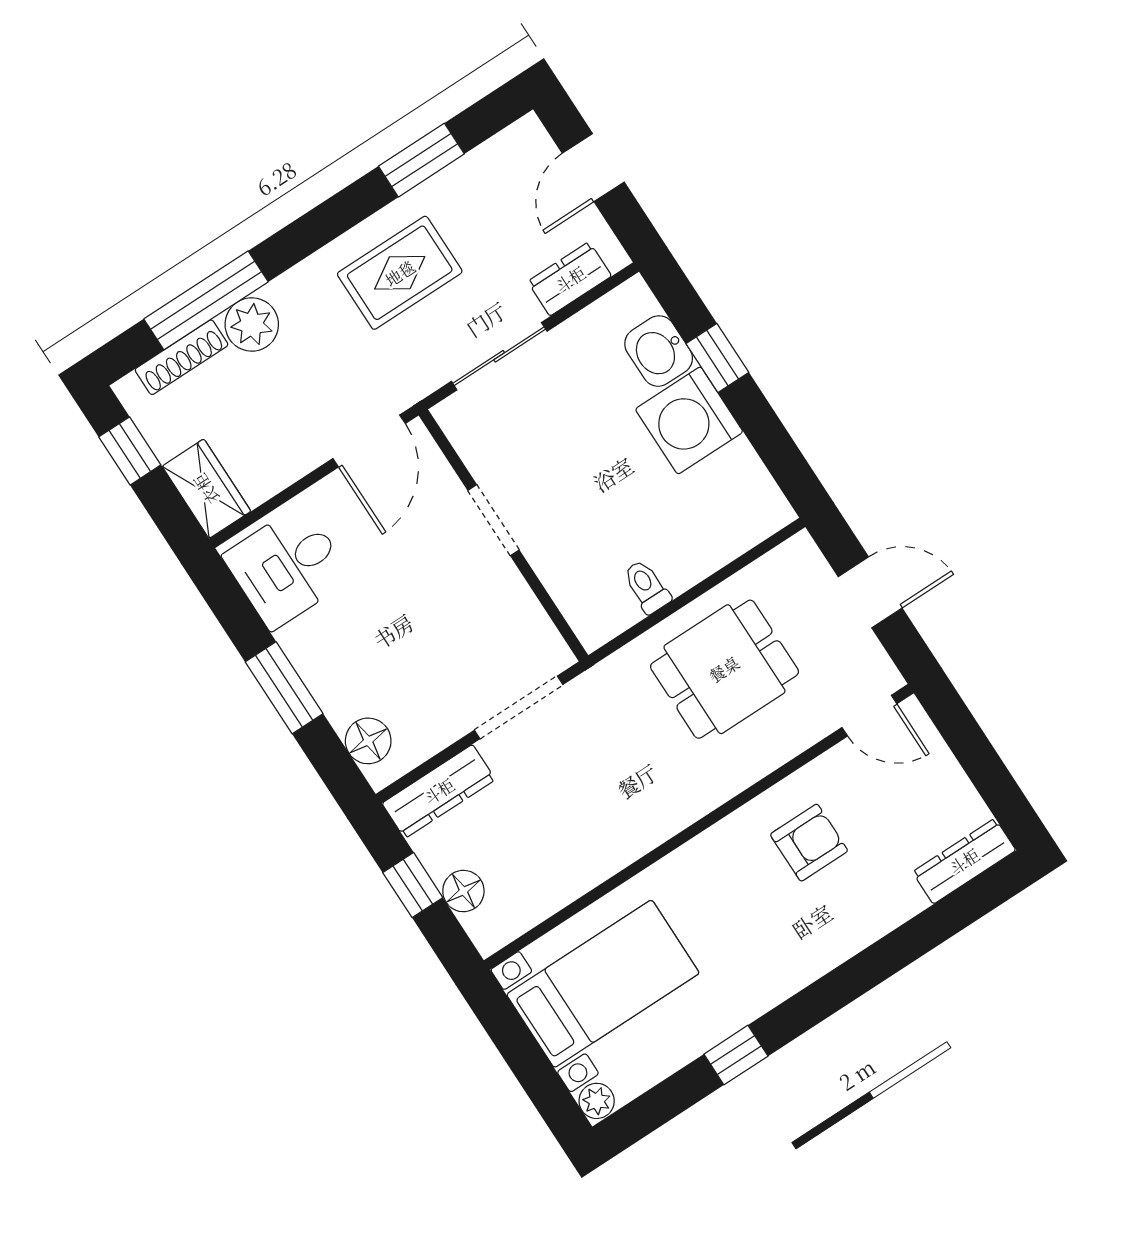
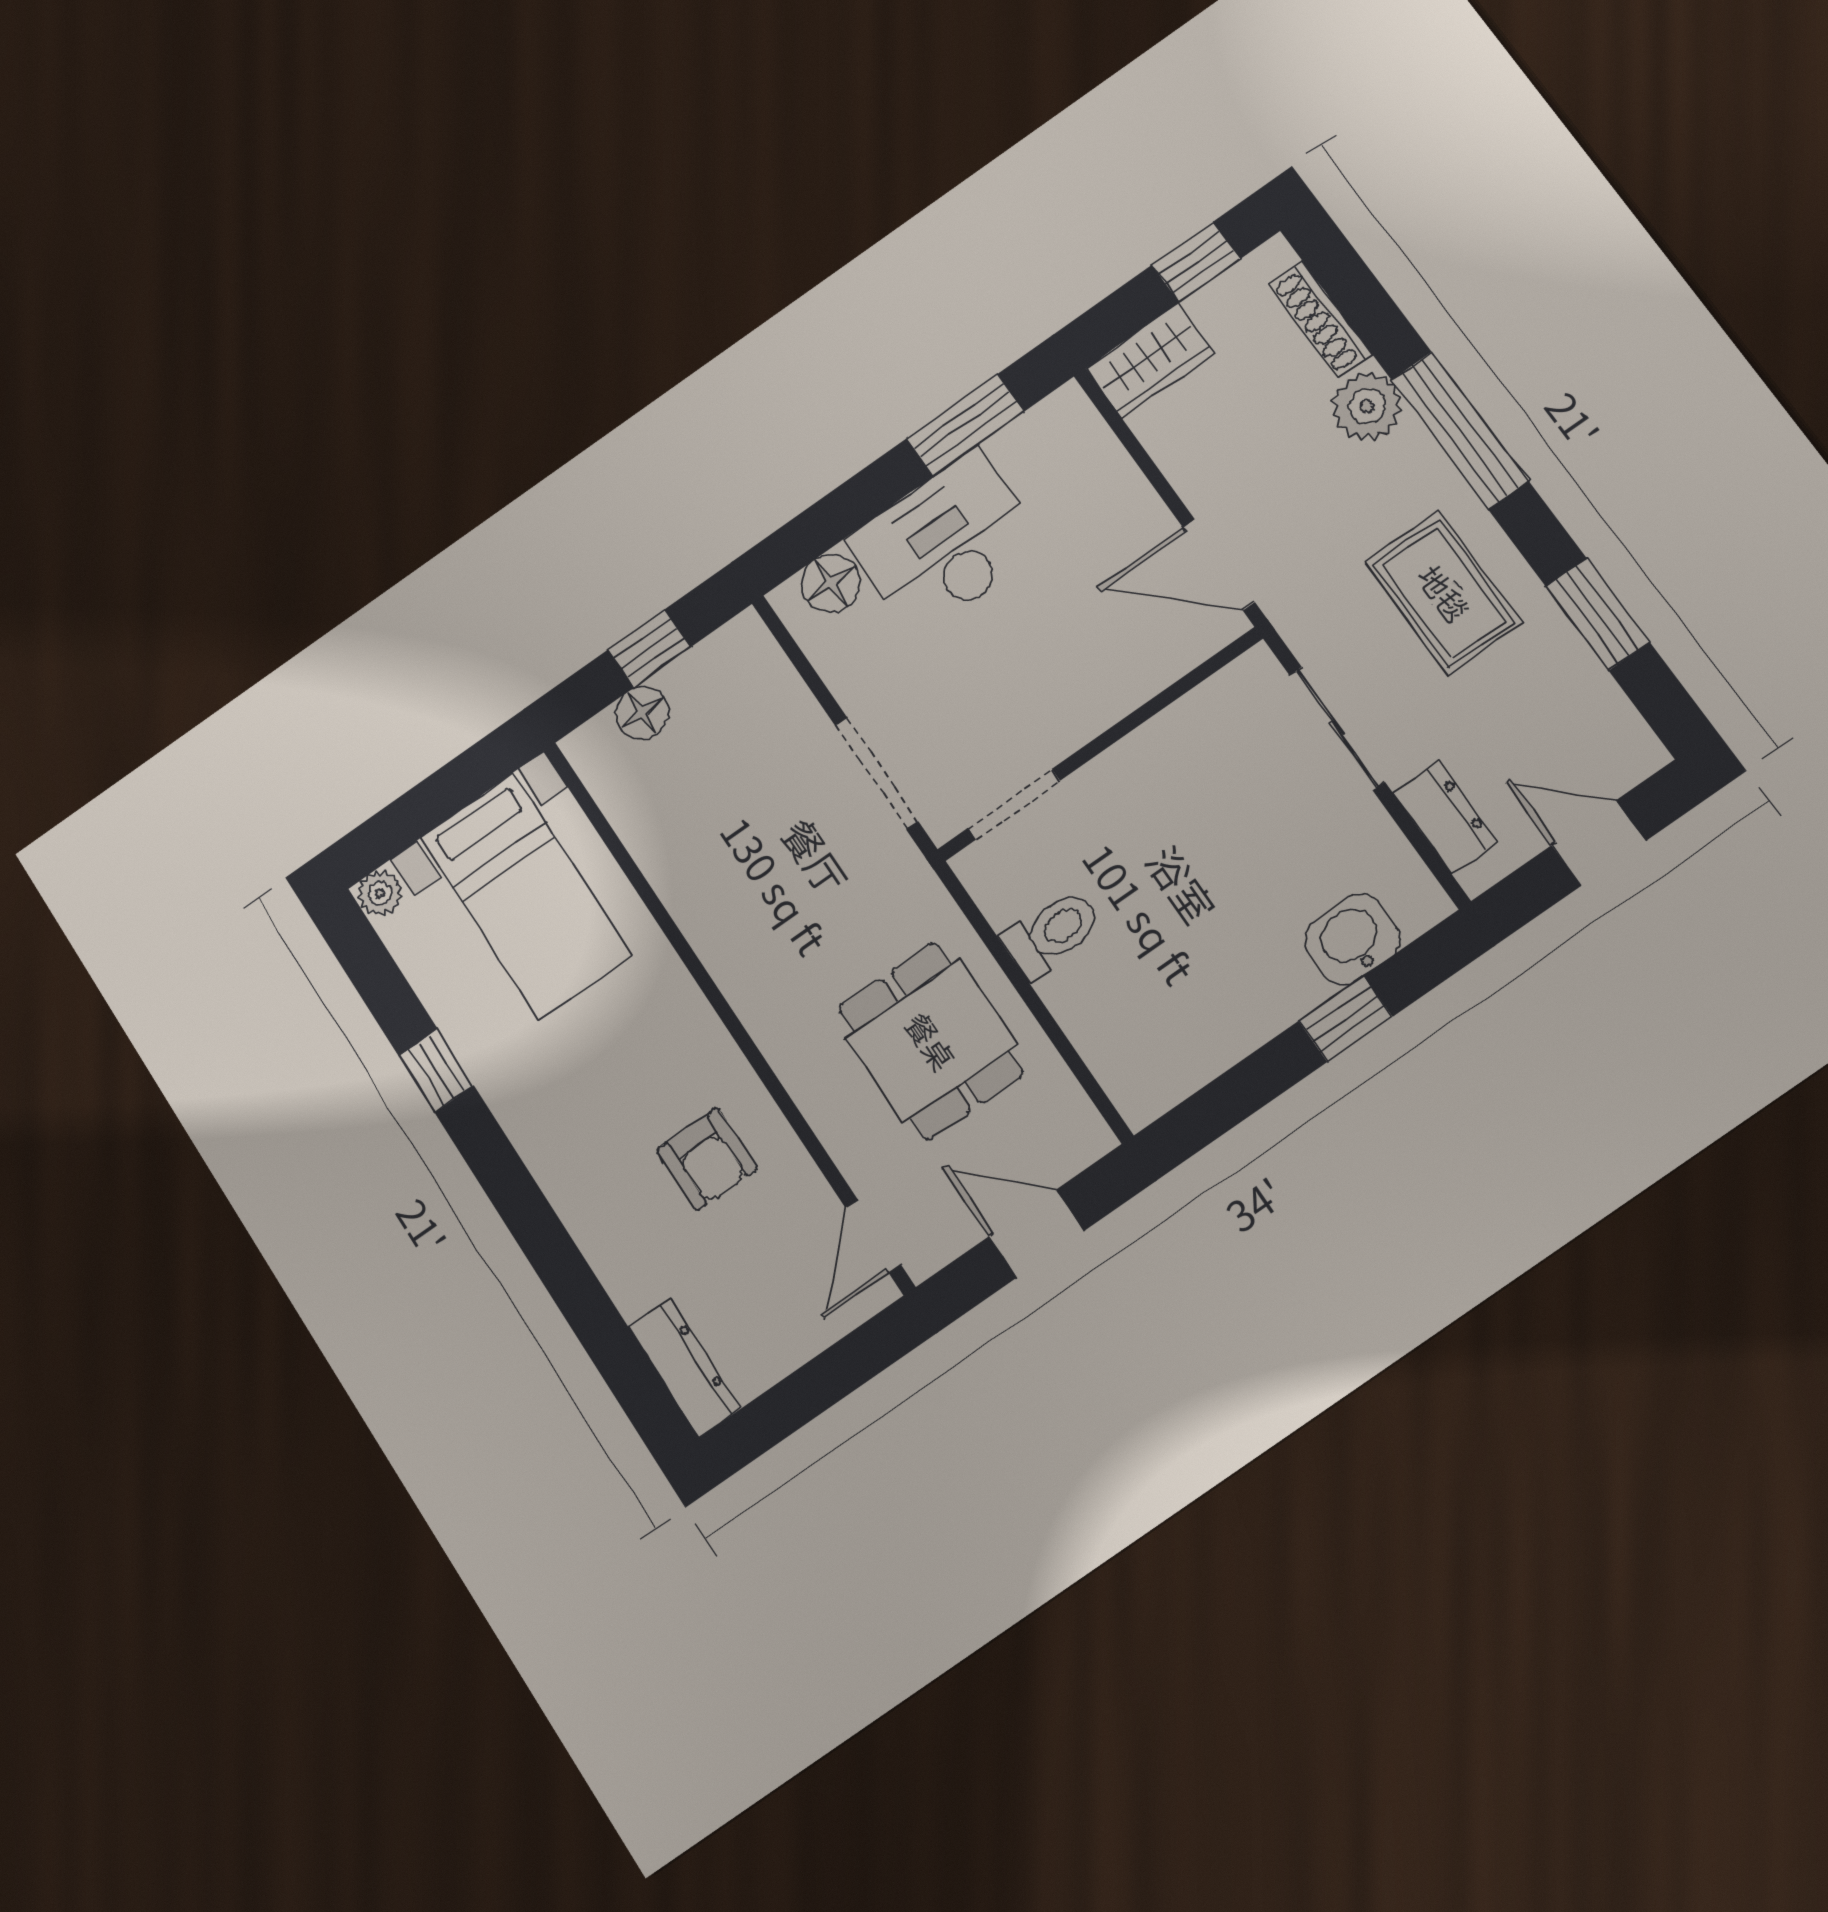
window: (206, 300) -> (1460, 430), moved
washing machine: (689, 420) -> (1260, 984), removed
doorway: (493, 520) -> (1014, 804), moved
desk: (287, 567) -> (946, 544), moved, width x1.37
toilet: (647, 587) -> (1052, 933), width x1.37, depth x1.39
door: (870, 592) -> (1036, 1234), swing flipped
window: (284, 688) -> (965, 425), moved
dresser: (439, 791) -> (768, 676), removed

